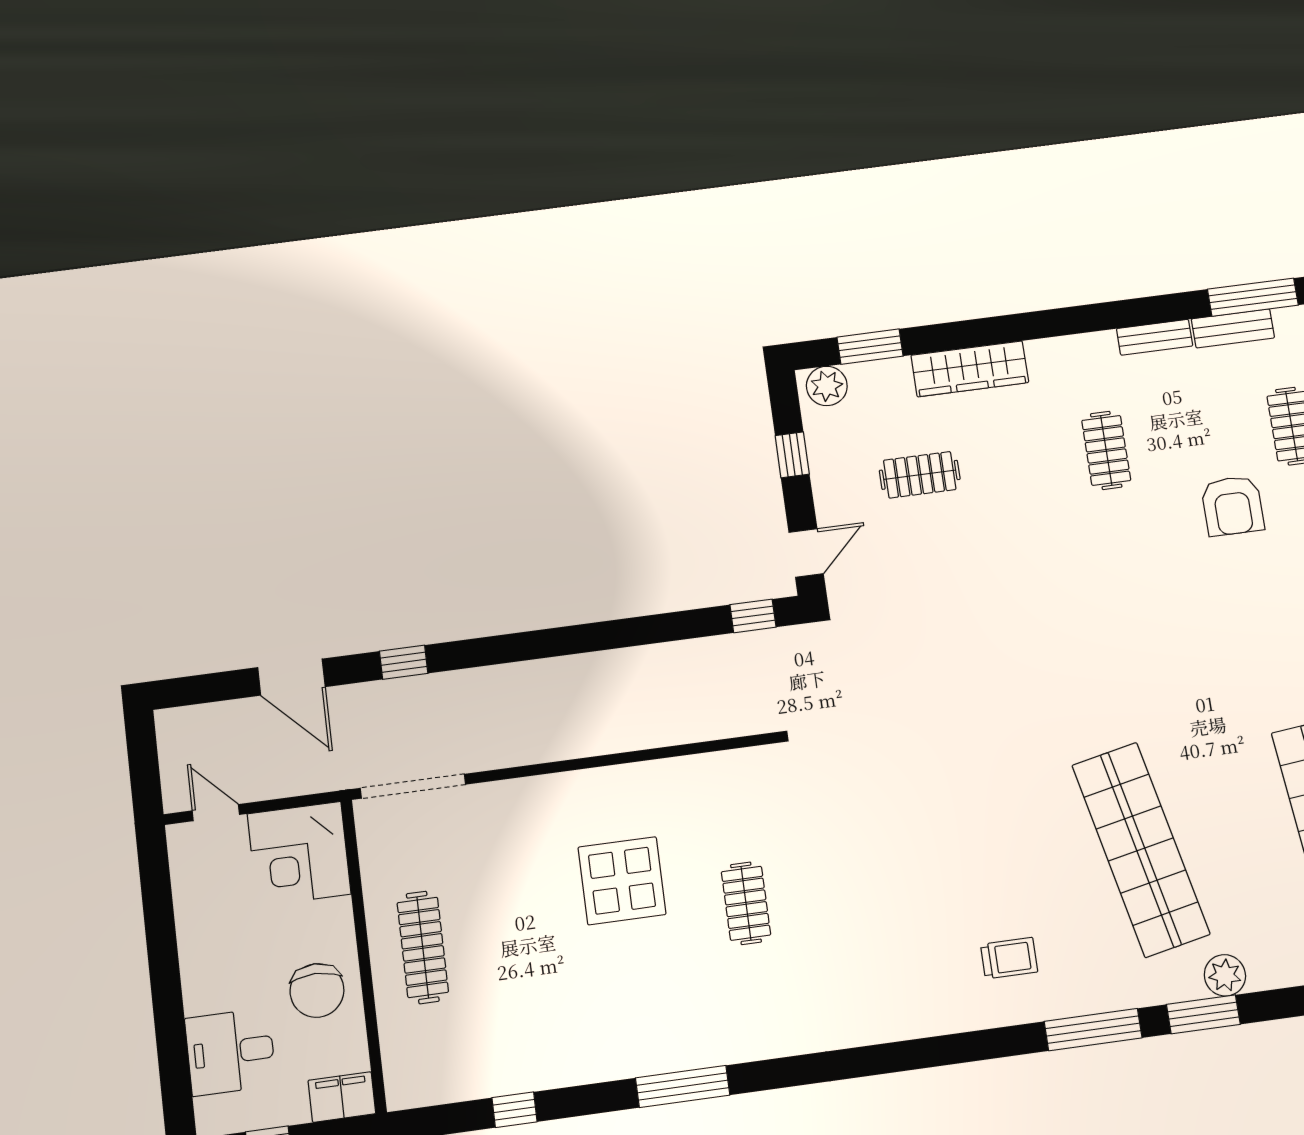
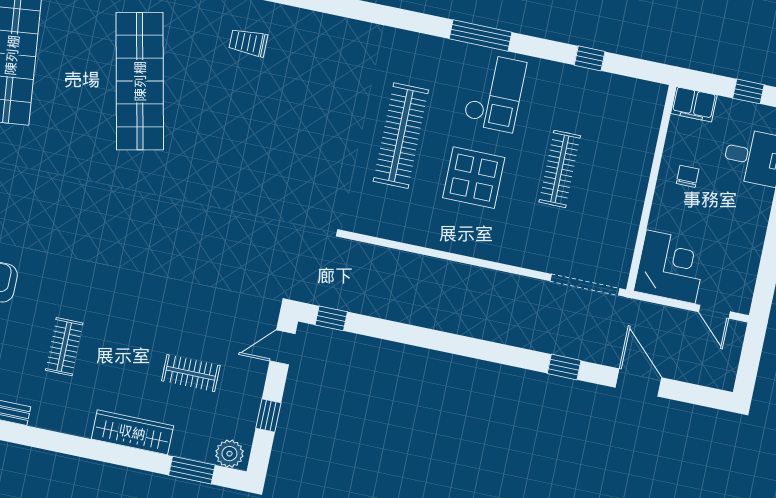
clothes rail: (746, 903) -> (401, 136), width x1.86, depth x1.31
clothes rail: (423, 947) -> (560, 169), moved
chair: (317, 990) -> (688, 176), width x0.54, depth x0.54
checkout: (634, 1012) -> (495, 93), added

